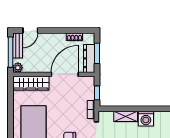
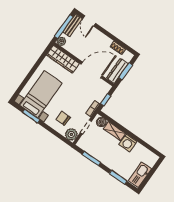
door: (30, 30) -> (89, 21), hinge flipped
boiler: (108, 116) -> (101, 122), added

